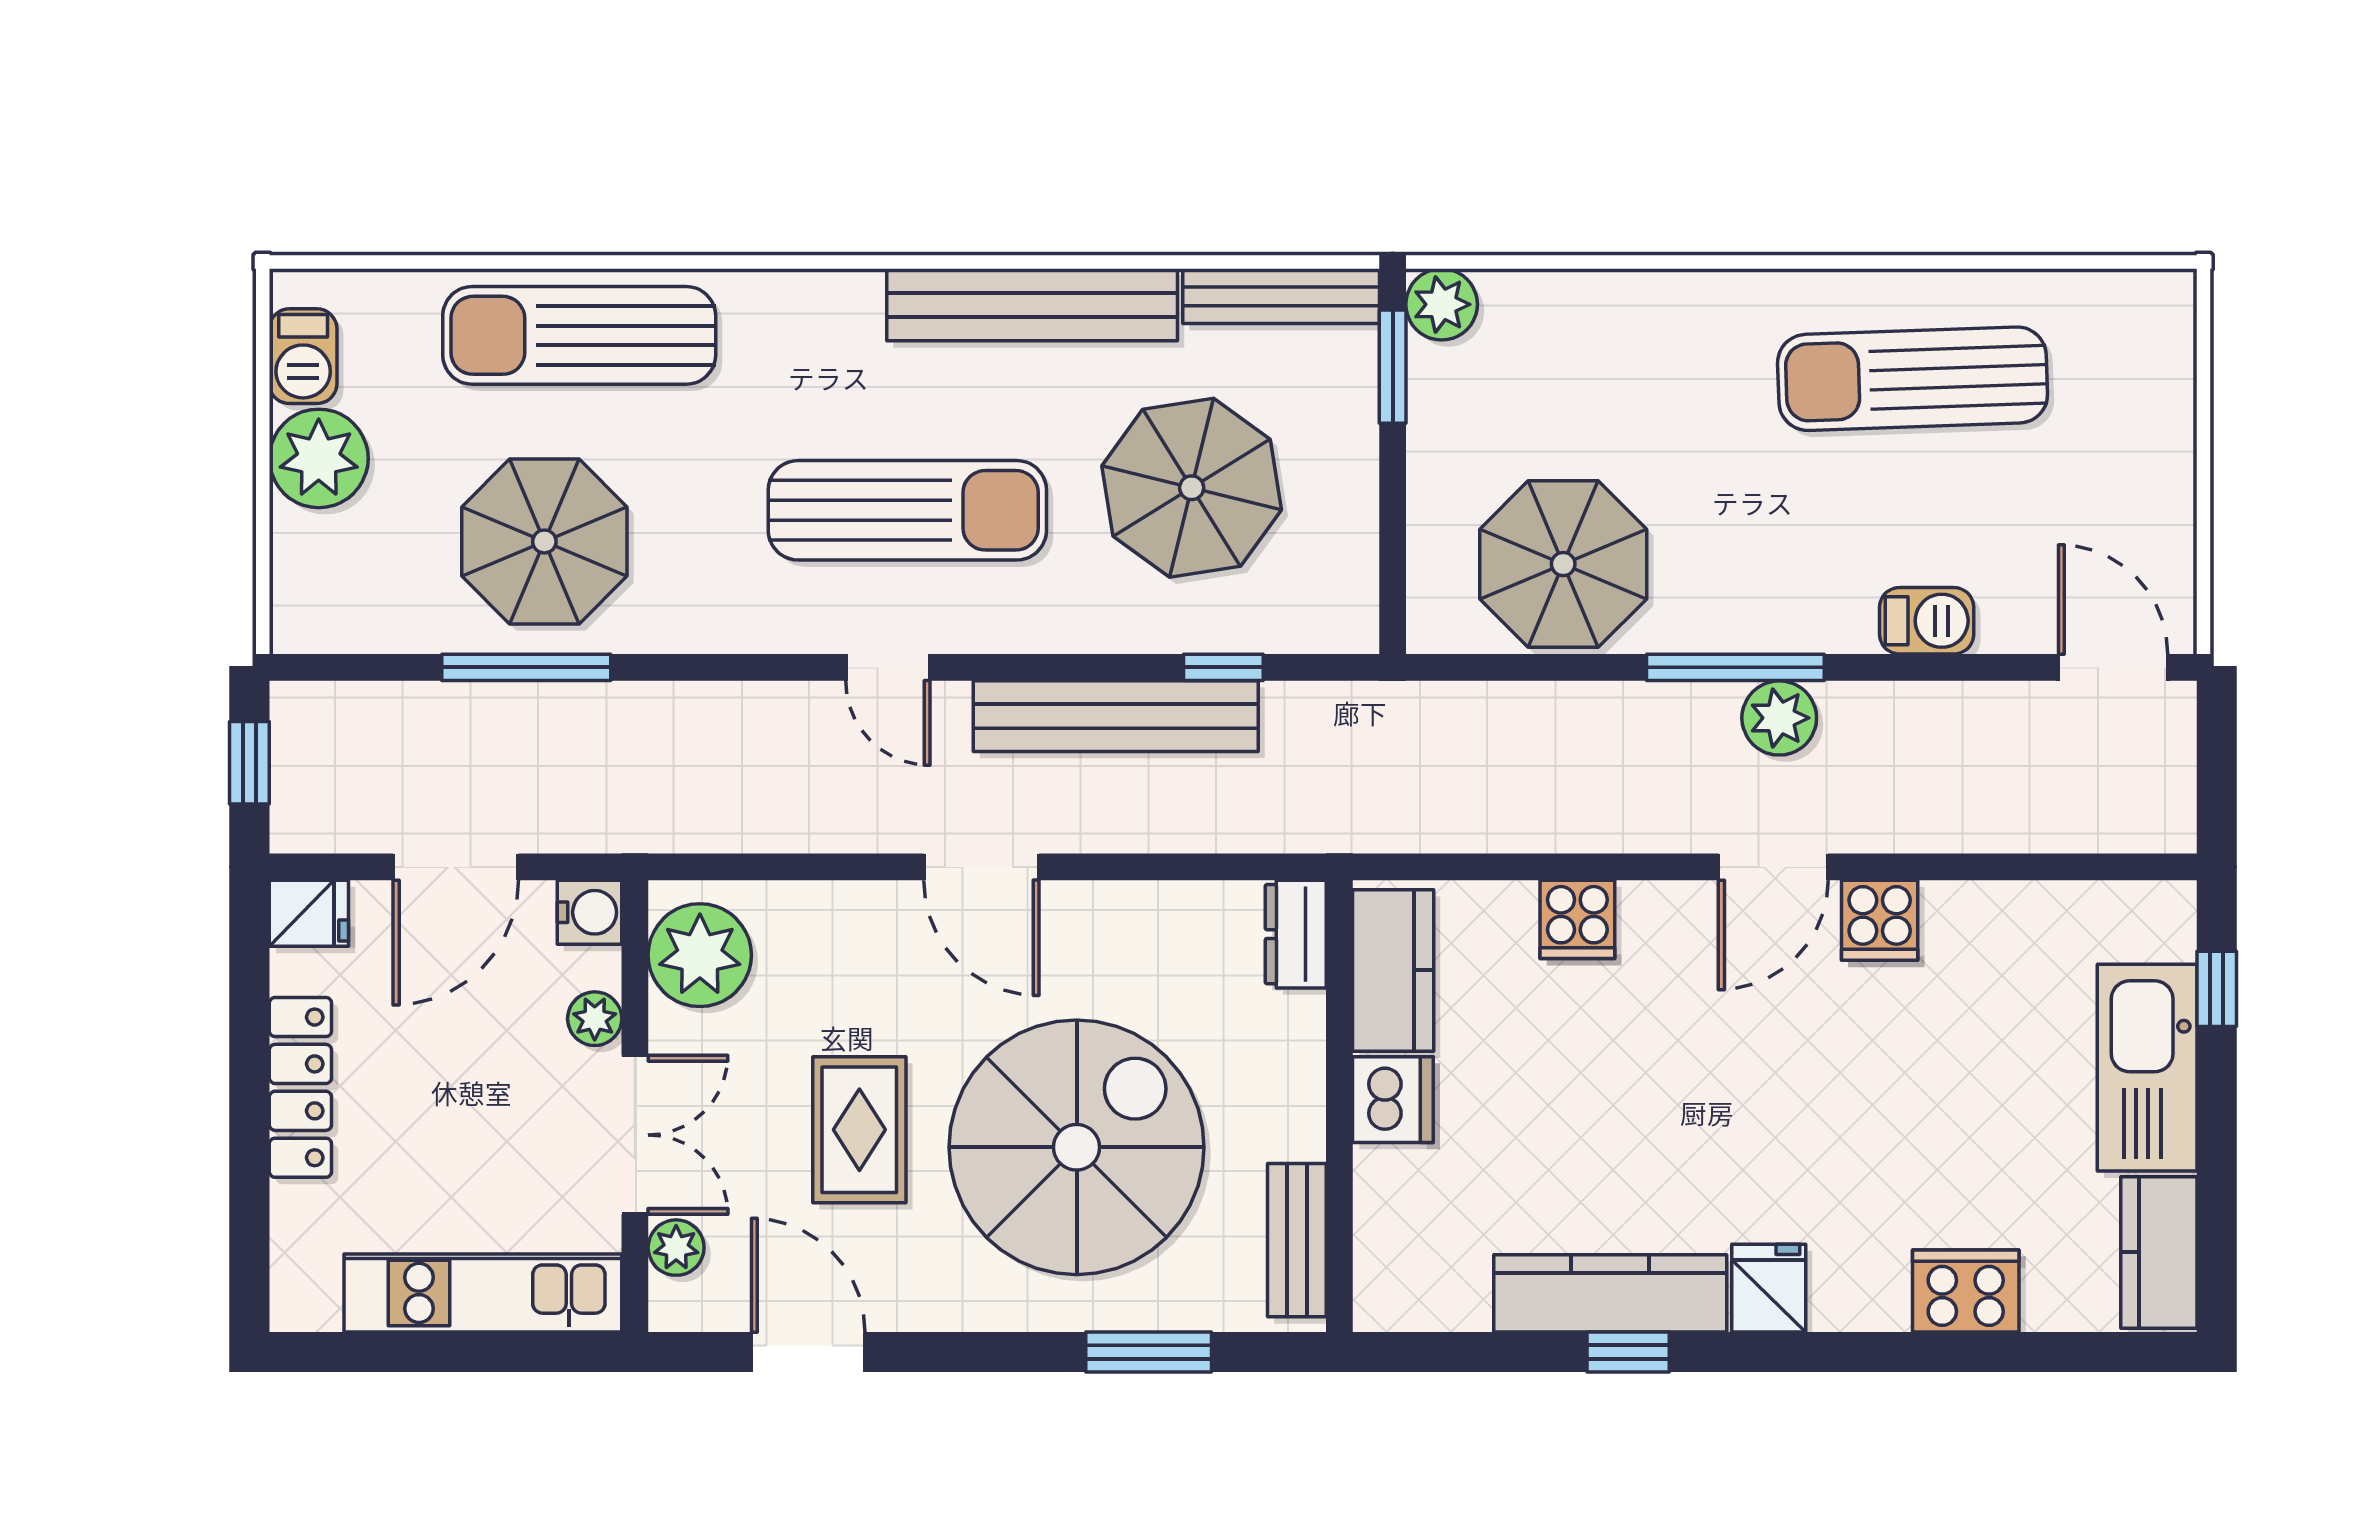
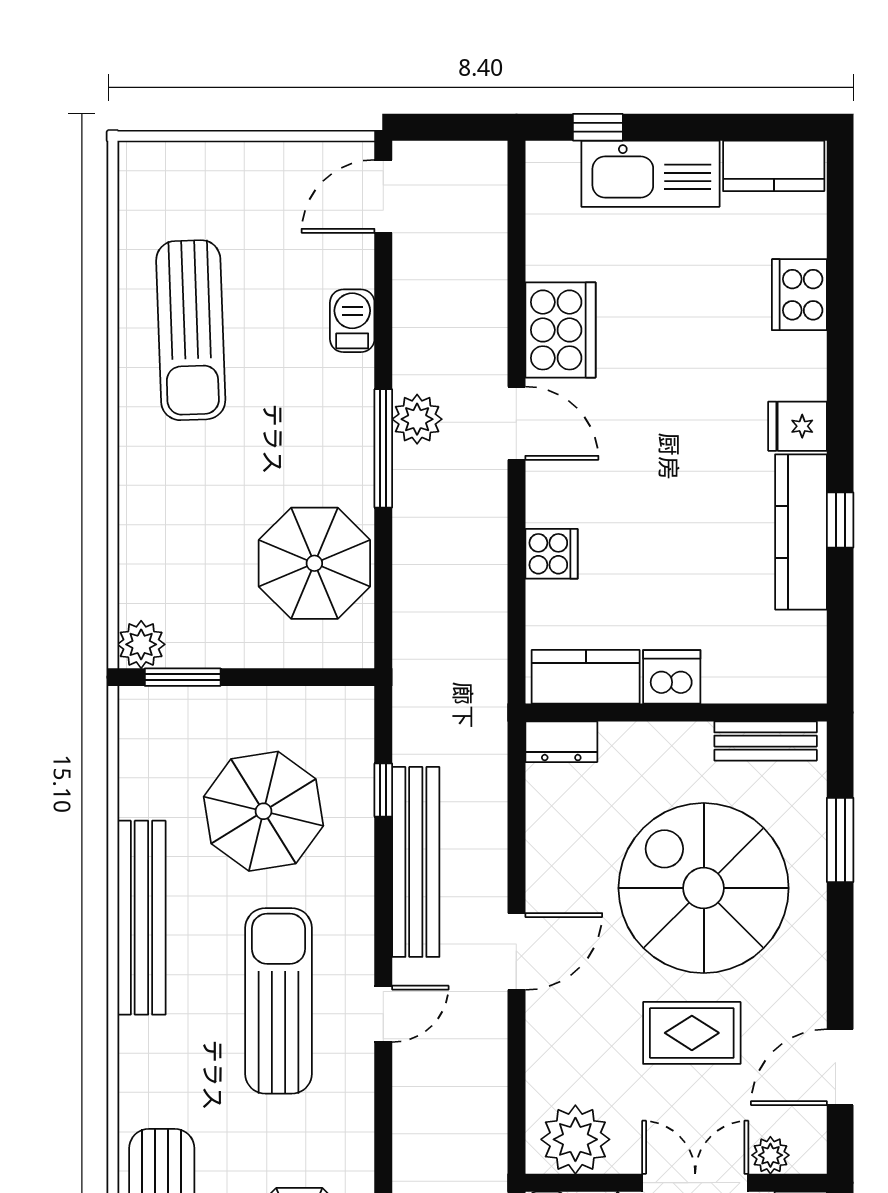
bench: (1281, 296) -> (136, 752), removed
cooker: (1880, 920) -> (560, 330), width x1.87, depth x1.31

